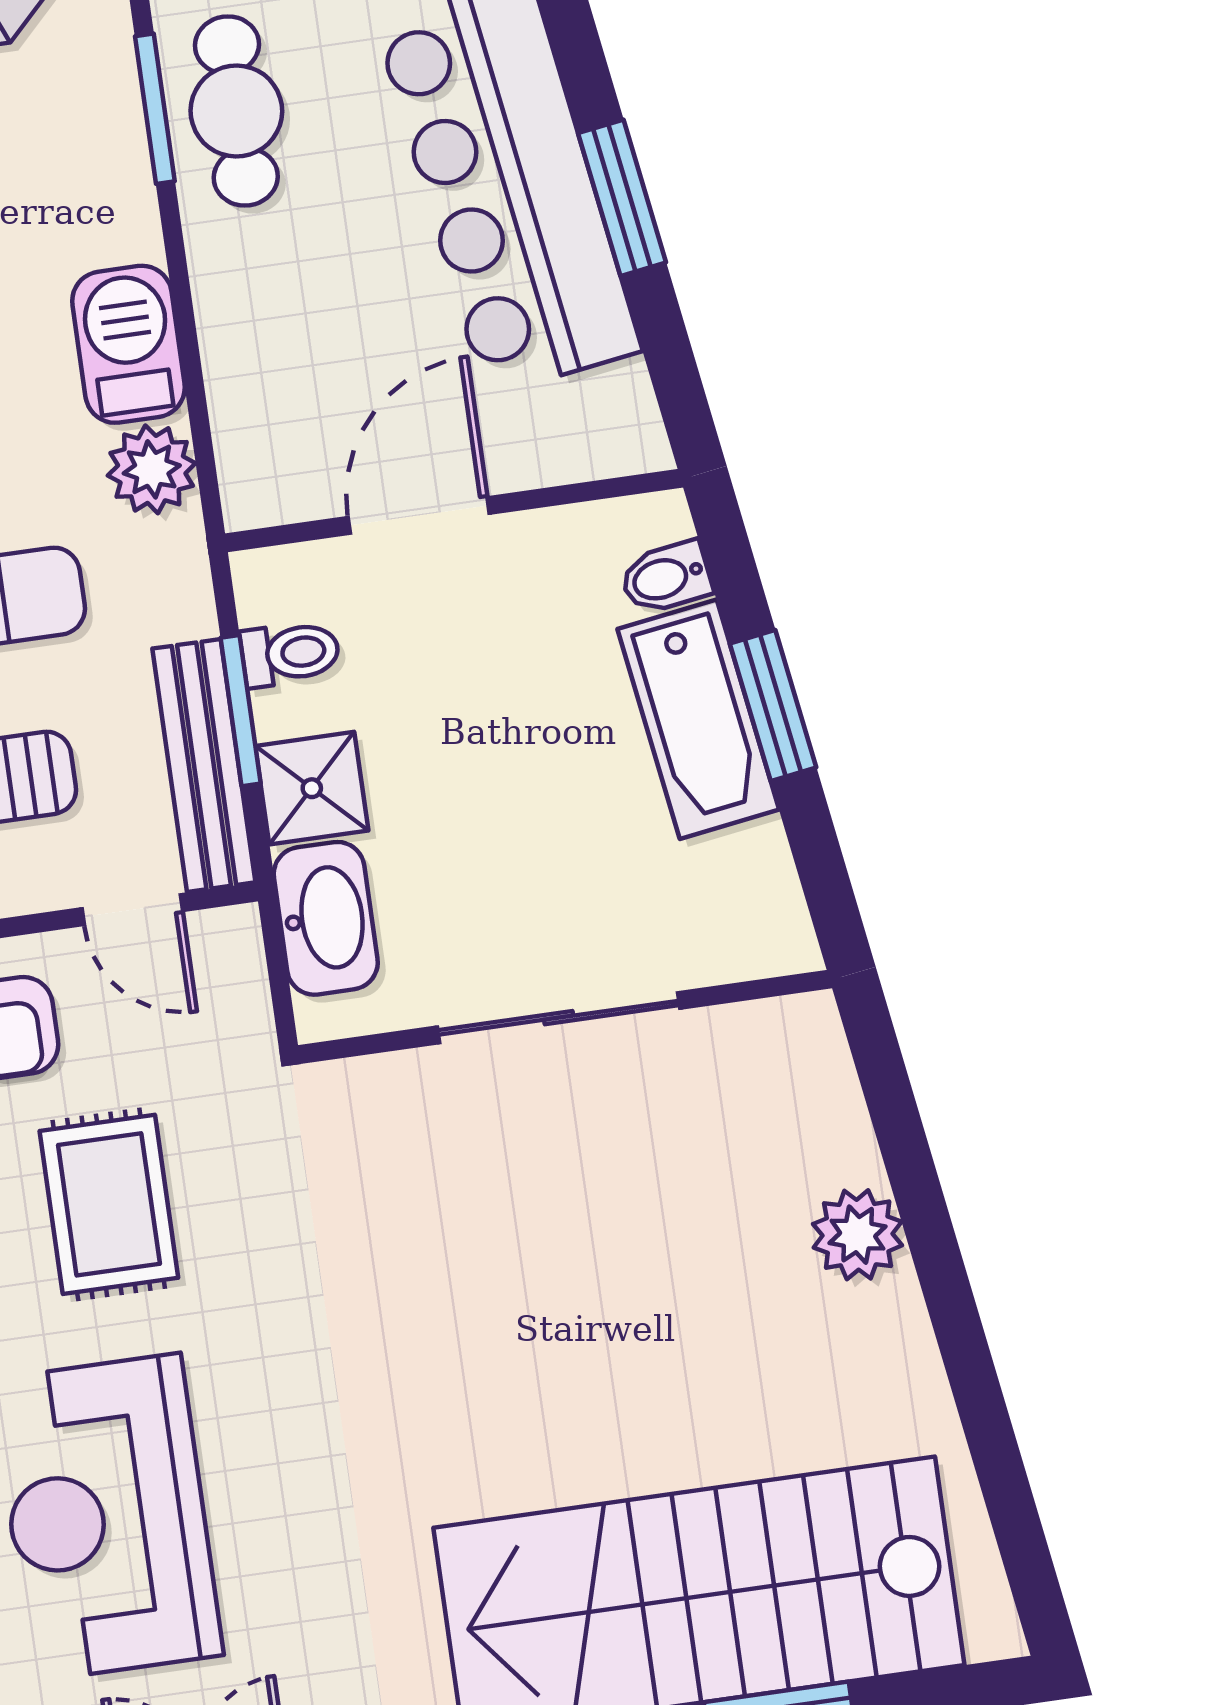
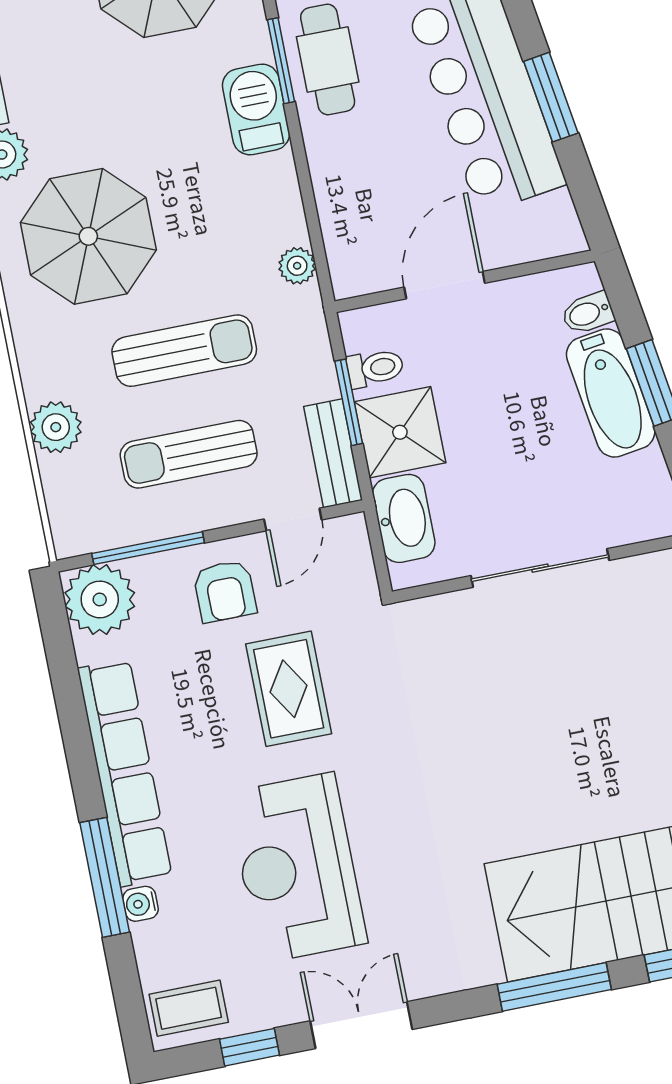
barbecue: (129, 344) -> (256, 109), moved
plant: (152, 469) -> (297, 266), width x0.73, depth x0.73
bench: (204, 765) -> (333, 453), width x0.73
shower: (312, 788) -> (400, 432), width x1.36, depth x1.36
door: (132, 910) -> (293, 519), hinge flipped

